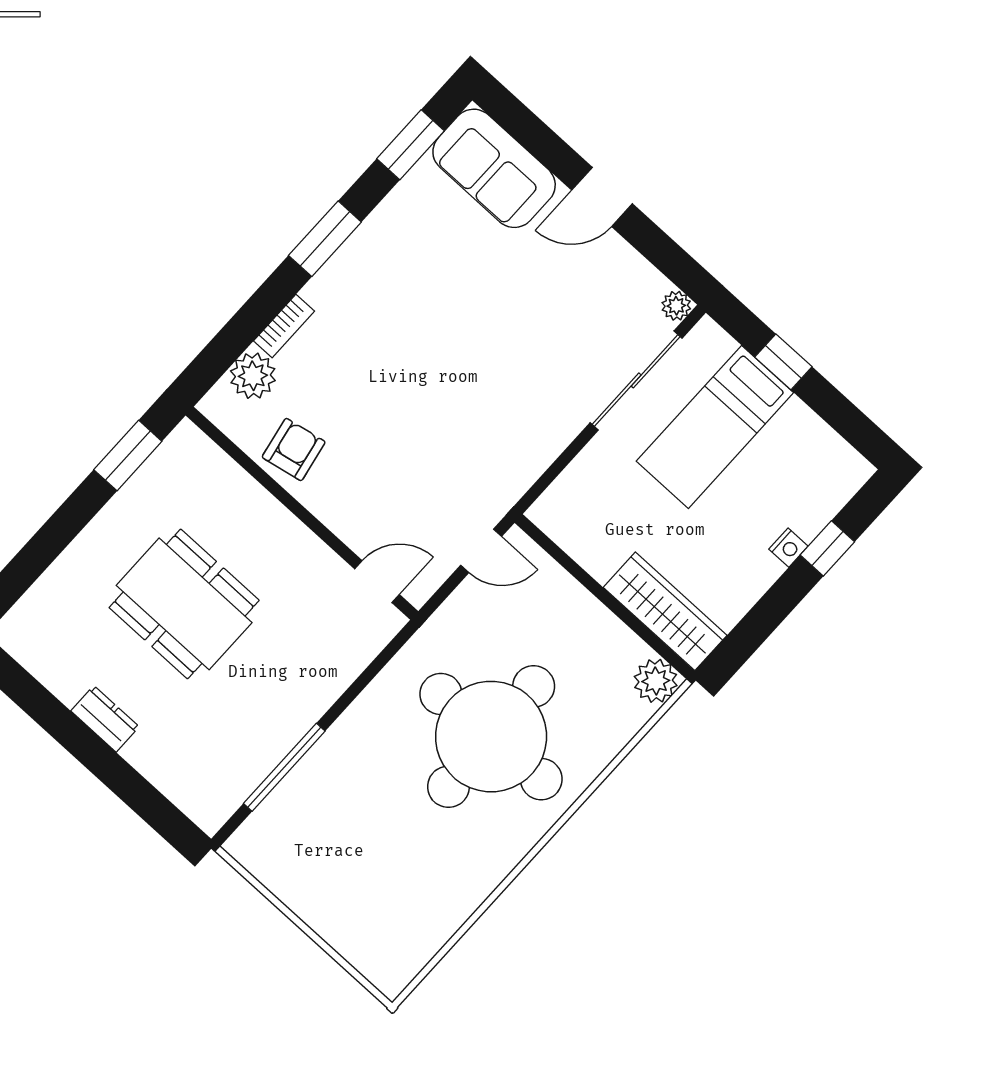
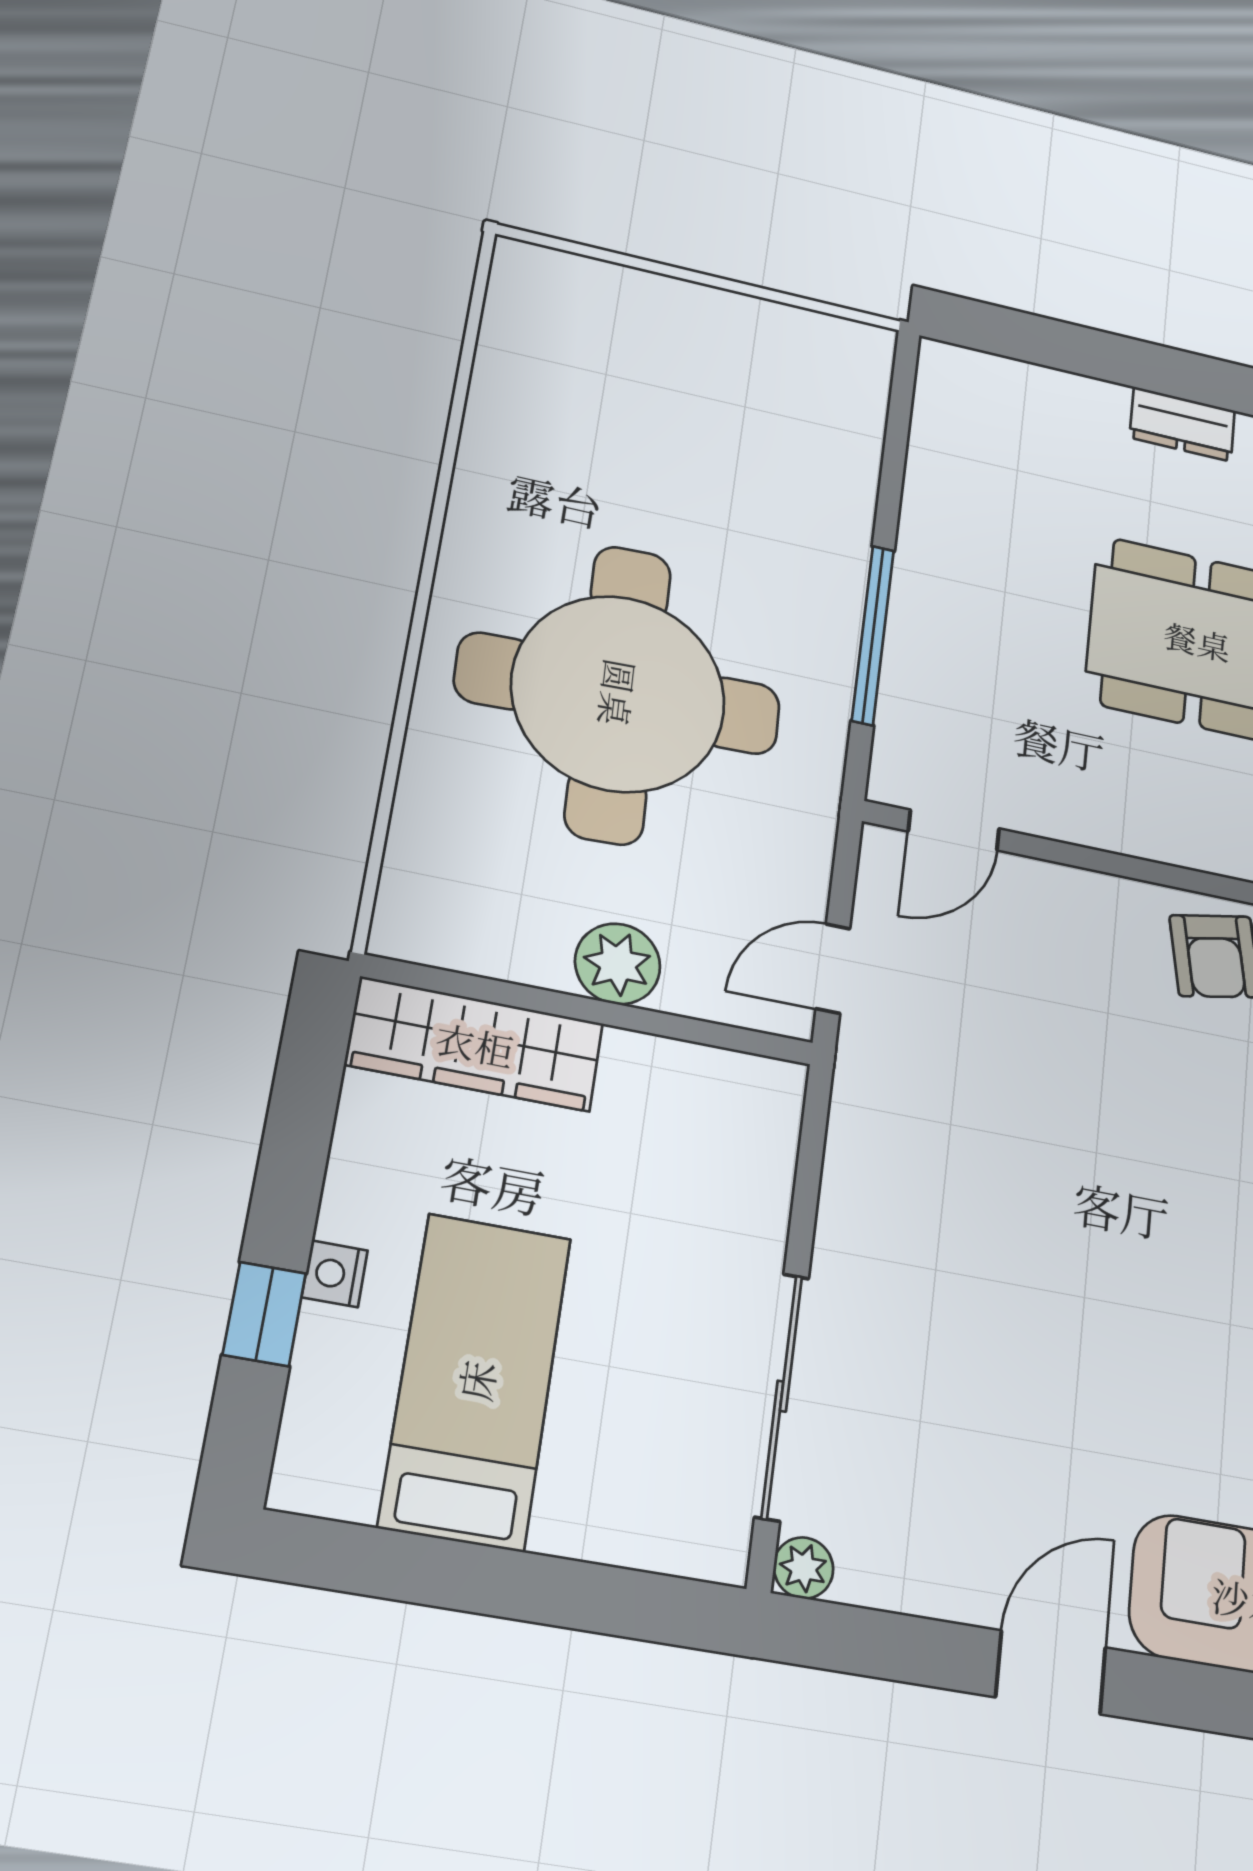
window: (783, 362) -> (557, 1592), removed
bed: (715, 427) -> (476, 1380), moved
plant: (656, 681) -> (618, 964), moved
window: (284, 767) -> (873, 635), moved

